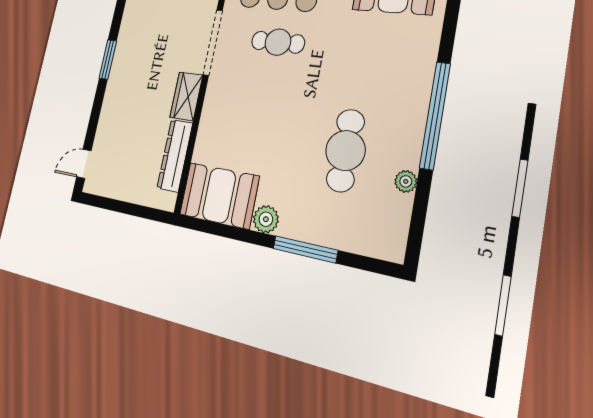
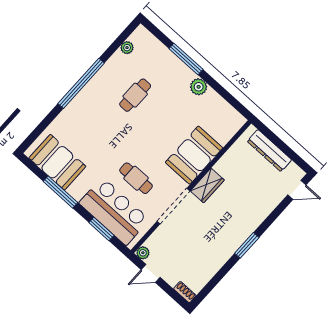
cafe table: (345, 150) -> (135, 95), width x0.73, depth x0.74
dresser: (175, 155) -> (269, 151), moved, turned 90
plant: (406, 181) -> (127, 48), moved
booth: (219, 195) -> (194, 155), moved, turned 90

